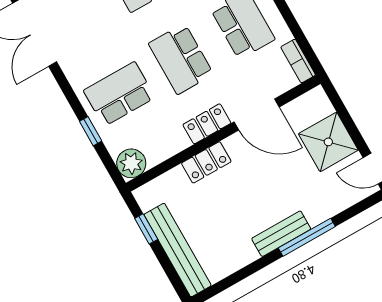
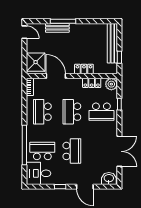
school desk: (181, 59) -> (72, 112), turned 180
locker: (207, 124) -> (92, 83), moved
shower: (328, 142) -> (36, 62), moved
bench: (281, 234) -> (57, 28), moved

